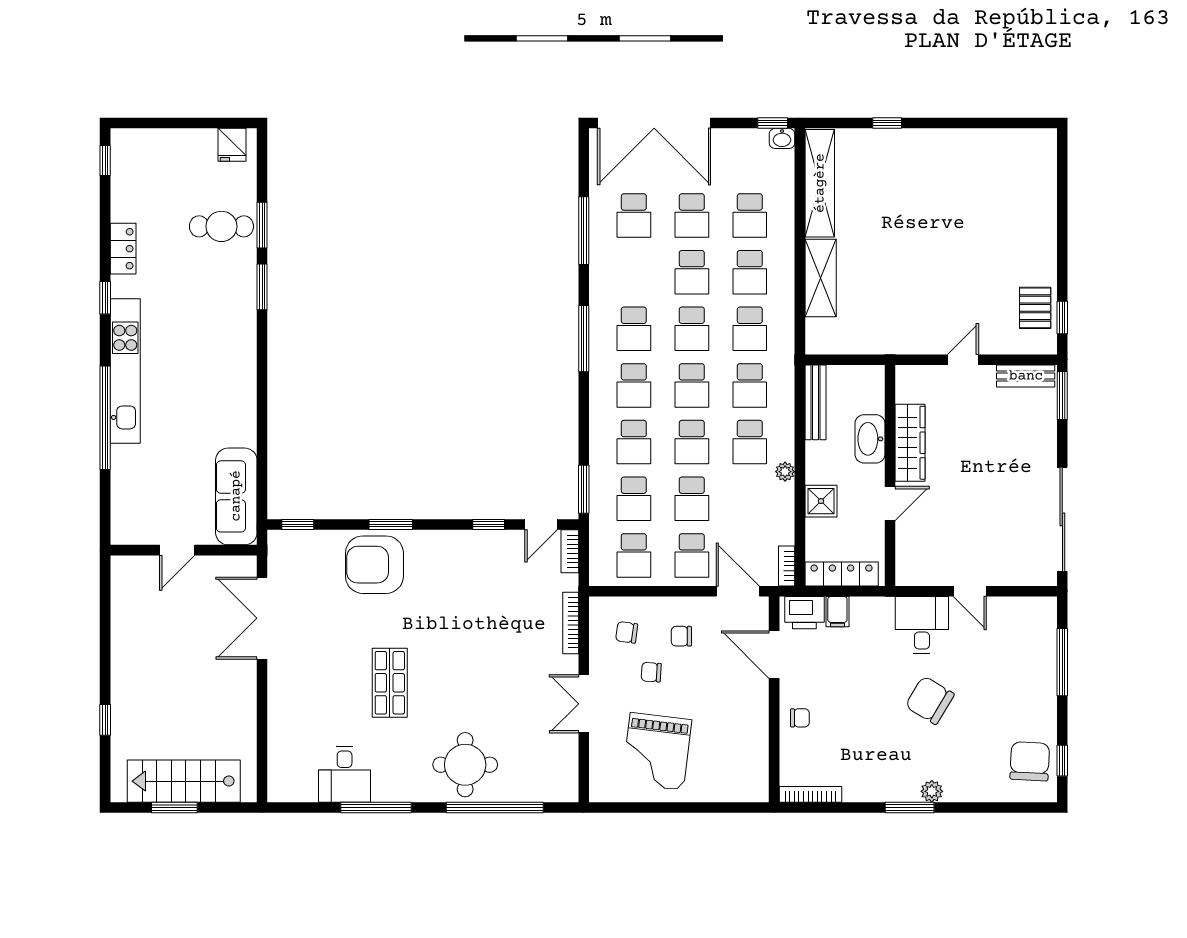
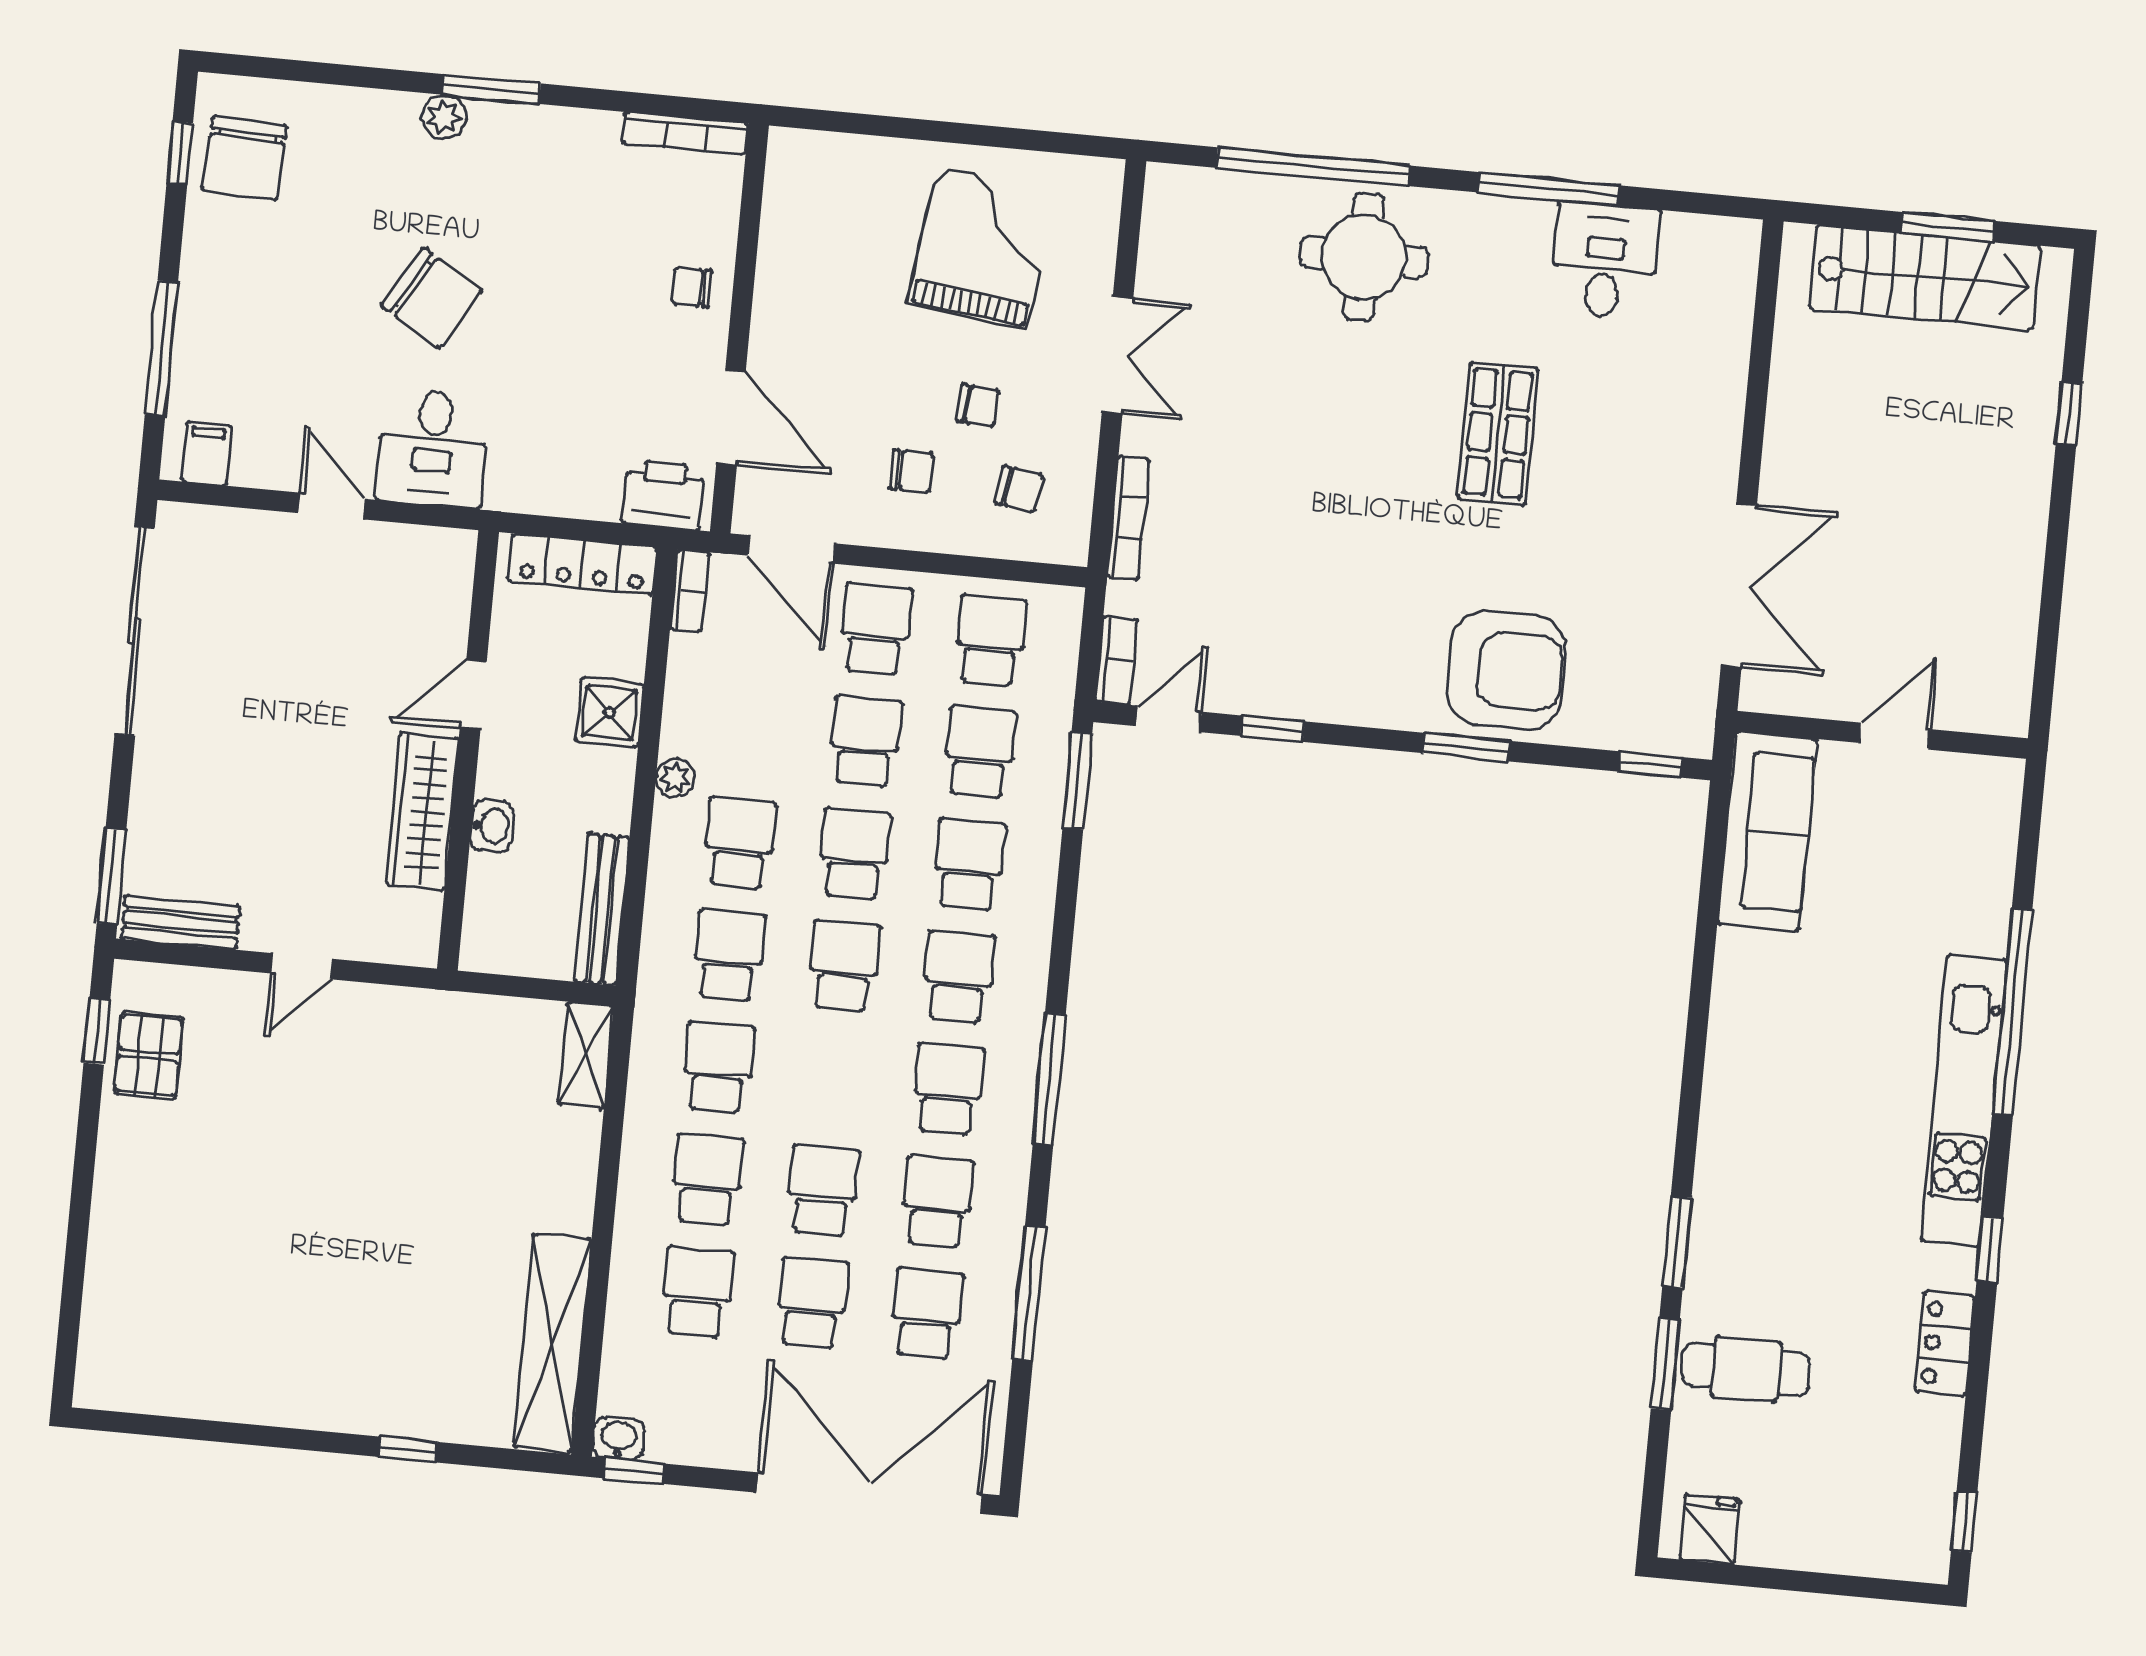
shelving: (821, 278) -> (586, 1055), moved, width x0.67, depth x0.75
school desk: (692, 329) -> (937, 1201), moved
washbasin: (870, 439) -> (492, 826), width x0.52, depth x0.69
filing cabinet: (837, 612) -> (207, 454), moved

